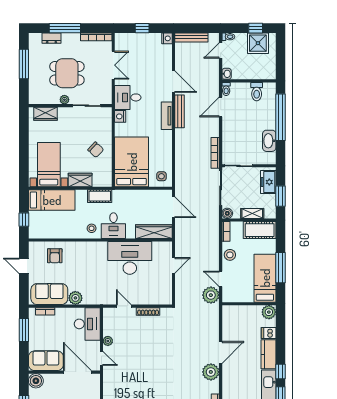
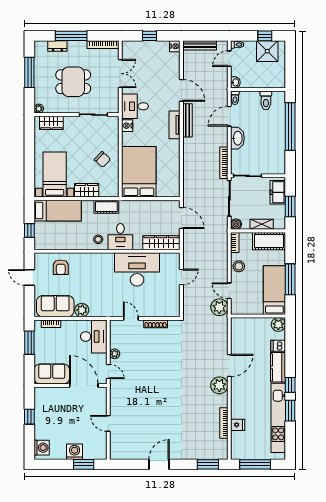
plant: (64, 100) -> (39, 109), moved
washbasin: (269, 141) -> (237, 138), moved, turned 180
side table: (161, 176) -> (169, 186), removed
boiler: (36, 381) -> (42, 394), removed

